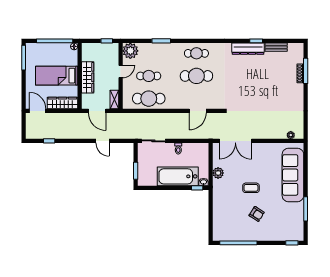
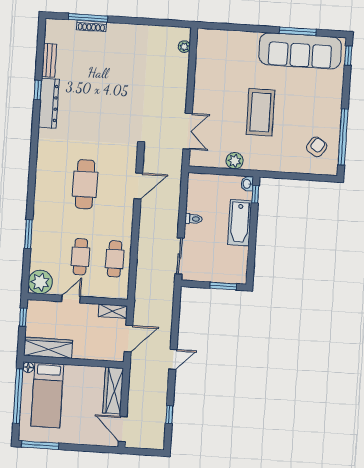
cafe table: (196, 53) -> (51, 182), removed
door: (121, 72) -> (71, 299), hinge flipped
bed: (57, 76) -> (47, 395), moved
wardrobe: (88, 77) -> (48, 348), moved
cafe table: (149, 99) -> (115, 259), width x0.73, depth x0.74
door: (38, 111) -> (123, 429), hinge flipped
door: (198, 111) -> (138, 186), hinge flipped
door: (102, 141) -> (173, 359), moved
double door: (235, 141) -> (188, 131), width x0.73
sofa: (293, 175) -> (300, 51), moved
bathtub: (178, 176) -> (240, 223), width x0.73, depth x0.73
coffee table: (251, 188) -> (260, 112), width x1.86, depth x1.72
armchair: (257, 214) -> (317, 147), moved

